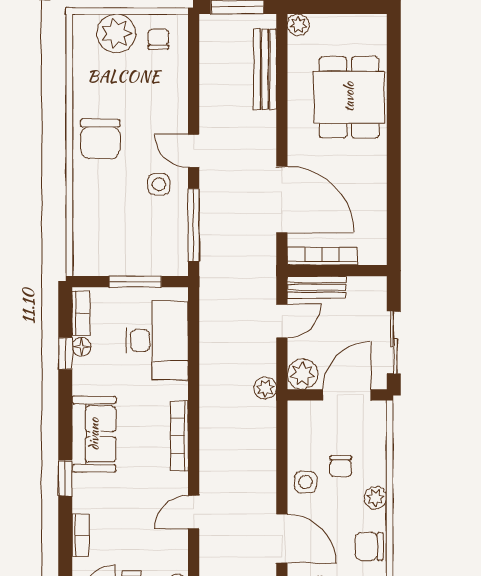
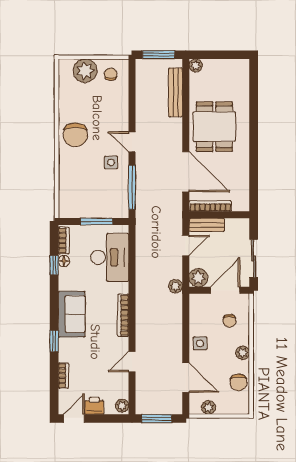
dining table: (349, 97) -> (214, 127), moved
chair: (341, 466) -> (230, 321), moved
chair: (369, 546) -> (239, 382), turned -90

